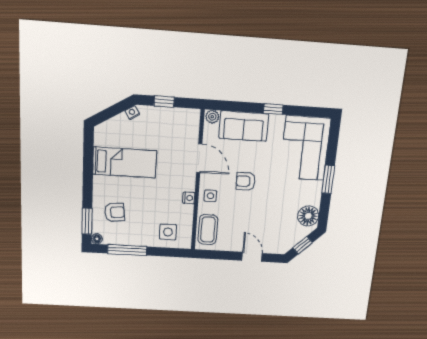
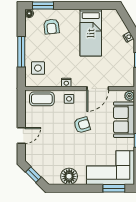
window: (328, 179) -> (114, 188), moved
armchair: (246, 181) -> (82, 125), turned 73
floor lamp: (308, 216) -> (69, 176), moved
window: (127, 250) -> (21, 52), moved

